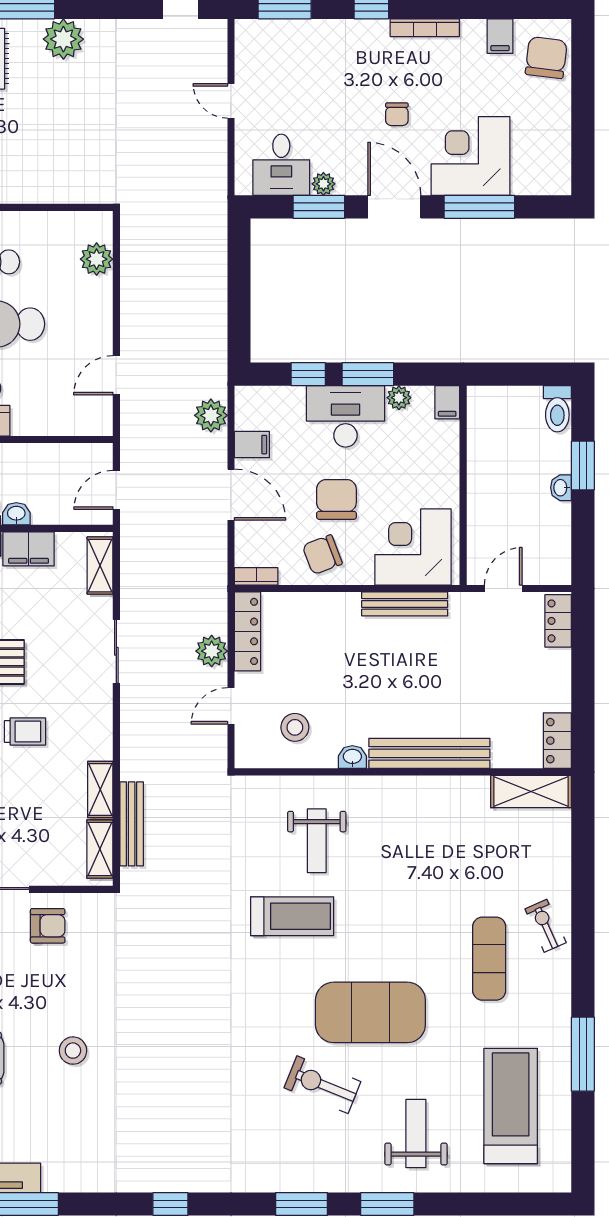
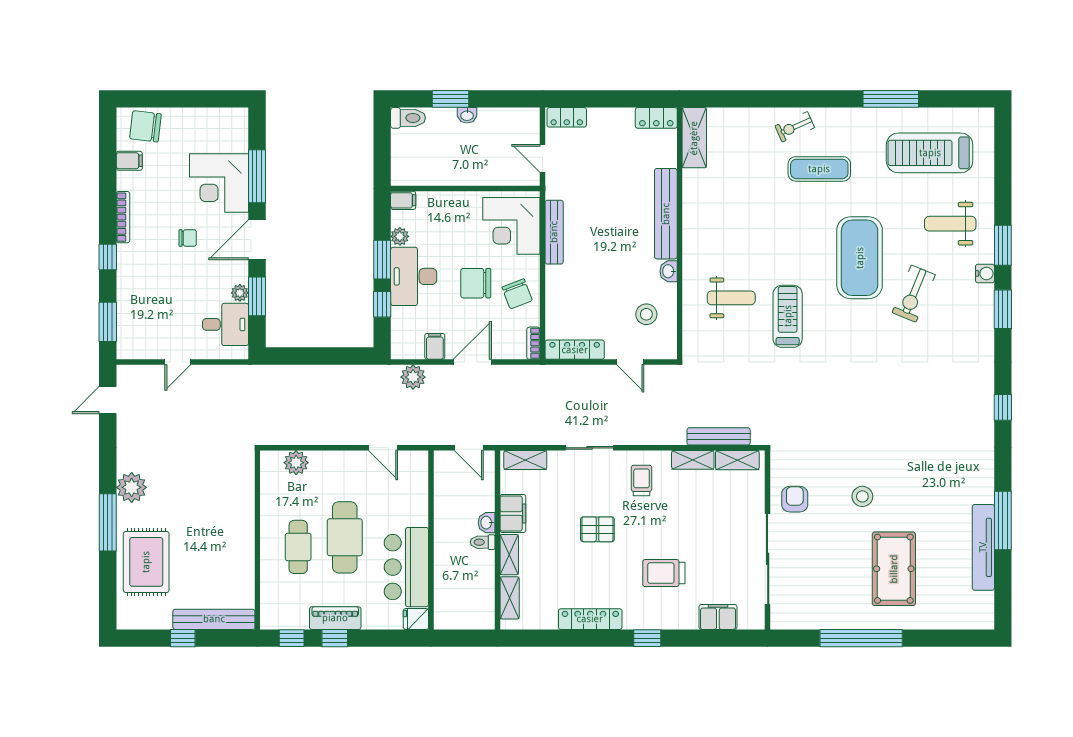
plant: (212, 651) -> (589, 377), removed
trolley: (25, 732) -> (642, 481), moved
stool: (73, 1051) -> (862, 496), moved
water cooler: (349, 1180) -> (985, 273), added

